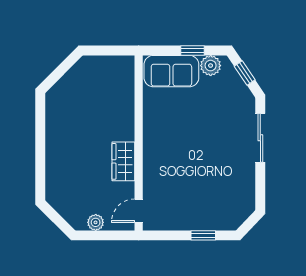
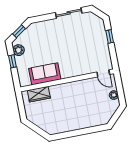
sofa: (171, 71) -> (45, 74), moved, turned -90
sliding door: (260, 138) -> (69, 13), moved
wardrobe: (123, 161) -> (39, 94), moved

